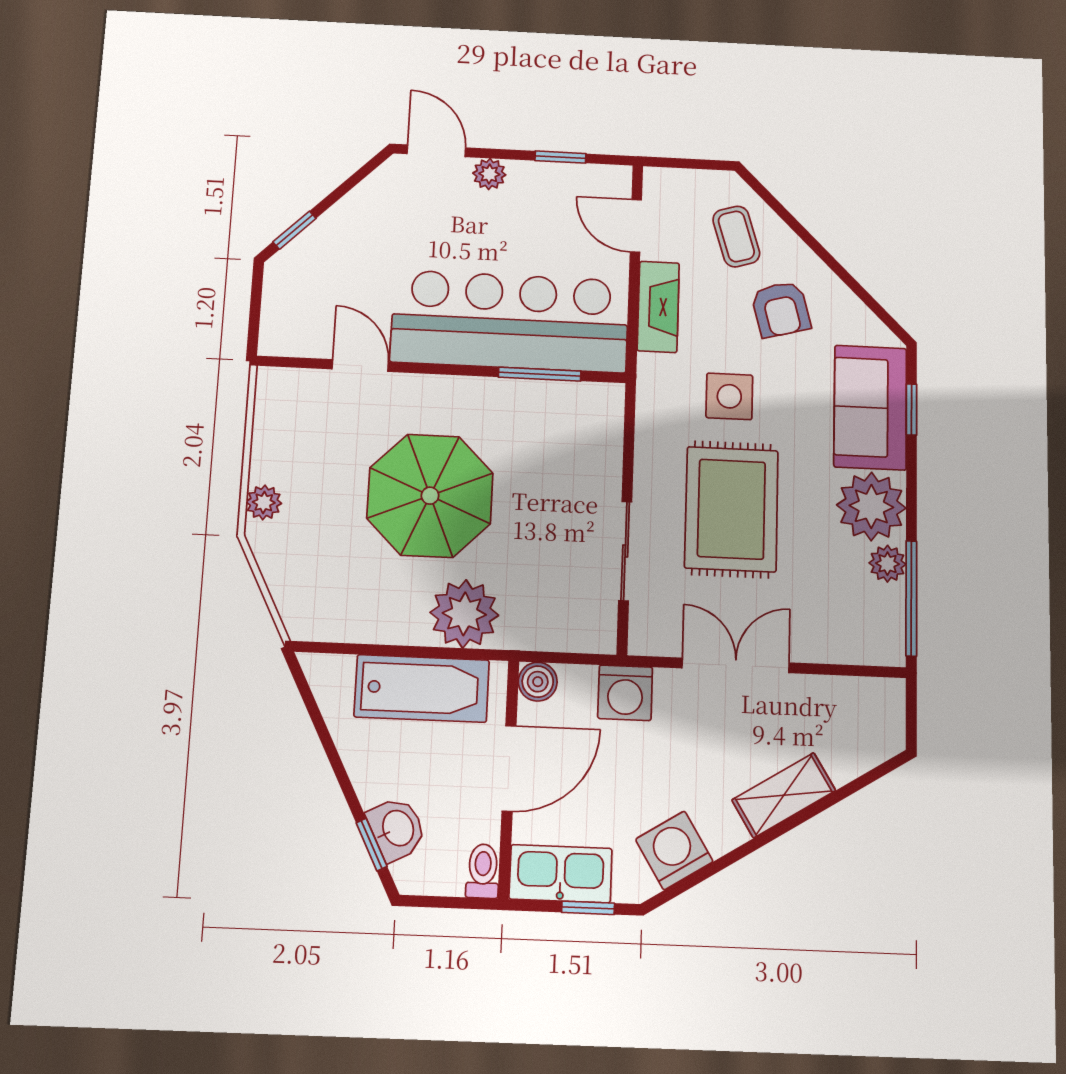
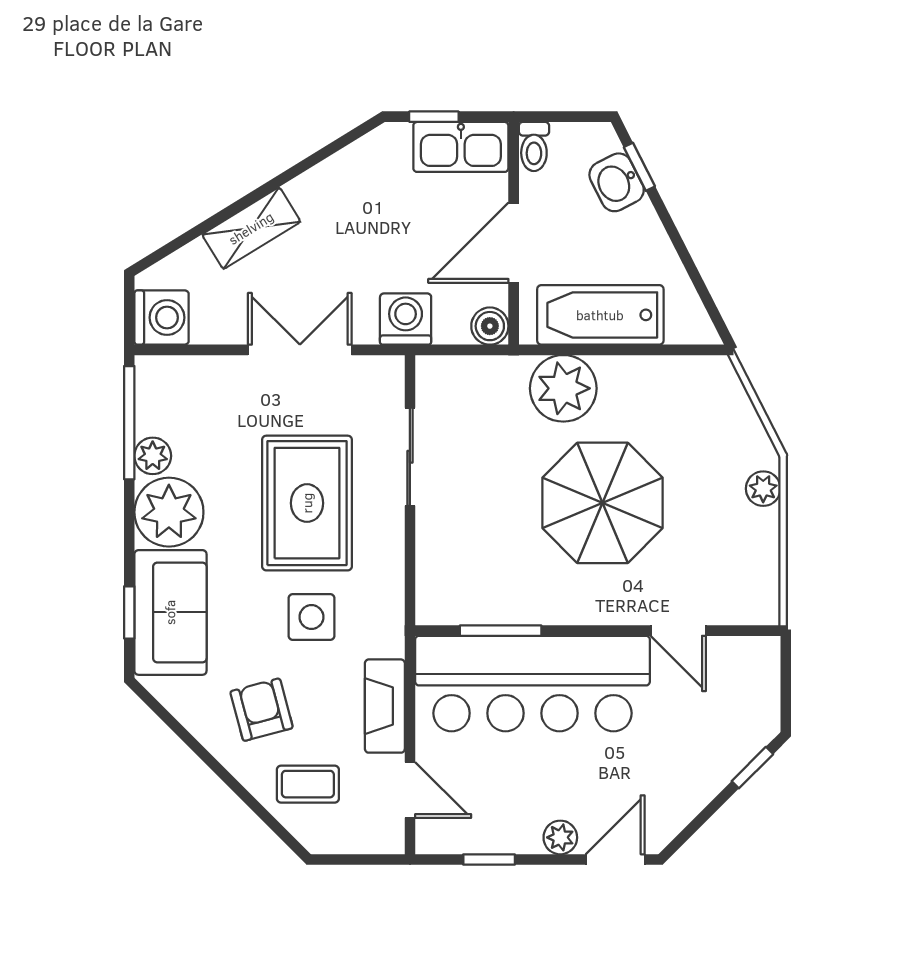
door: (436, 151) -> (615, 859), swing flipped
coffee table: (736, 236) -> (308, 784), turned -73
double door: (736, 665) -> (300, 350), swing flipped
washing machine: (674, 850) -> (162, 318), moved, turned -58

